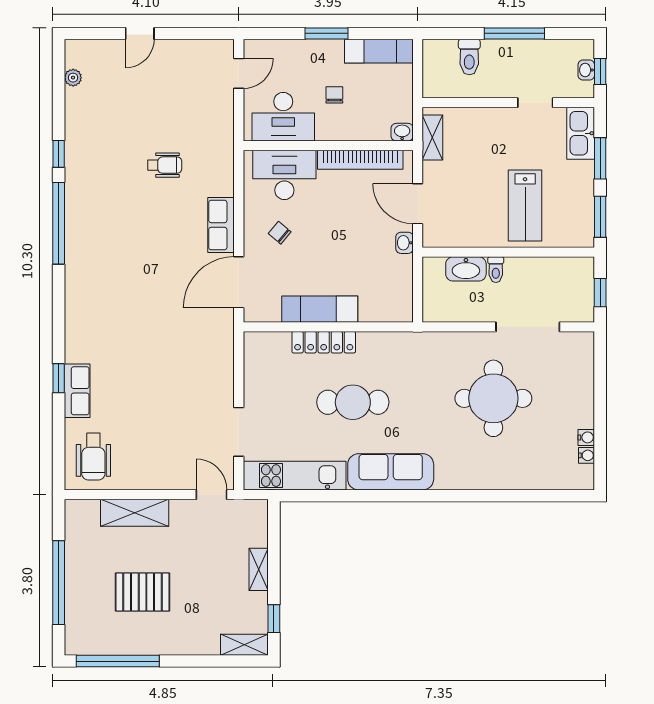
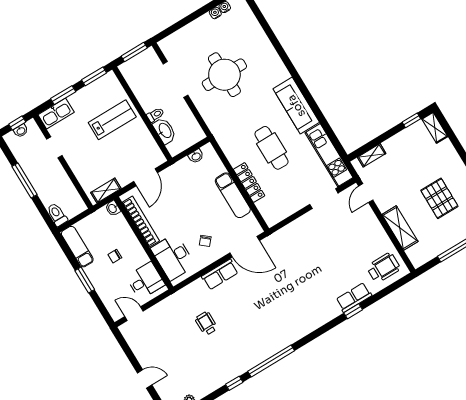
toilet: (469, 57) -> (57, 215), moved, turned -90
desk: (283, 117) -> (145, 281), width x0.73
washbasin: (404, 243) -> (196, 156), moved
window: (600, 293) -> (134, 52), width x1.50
shelving: (259, 569) -> (372, 155), moved

